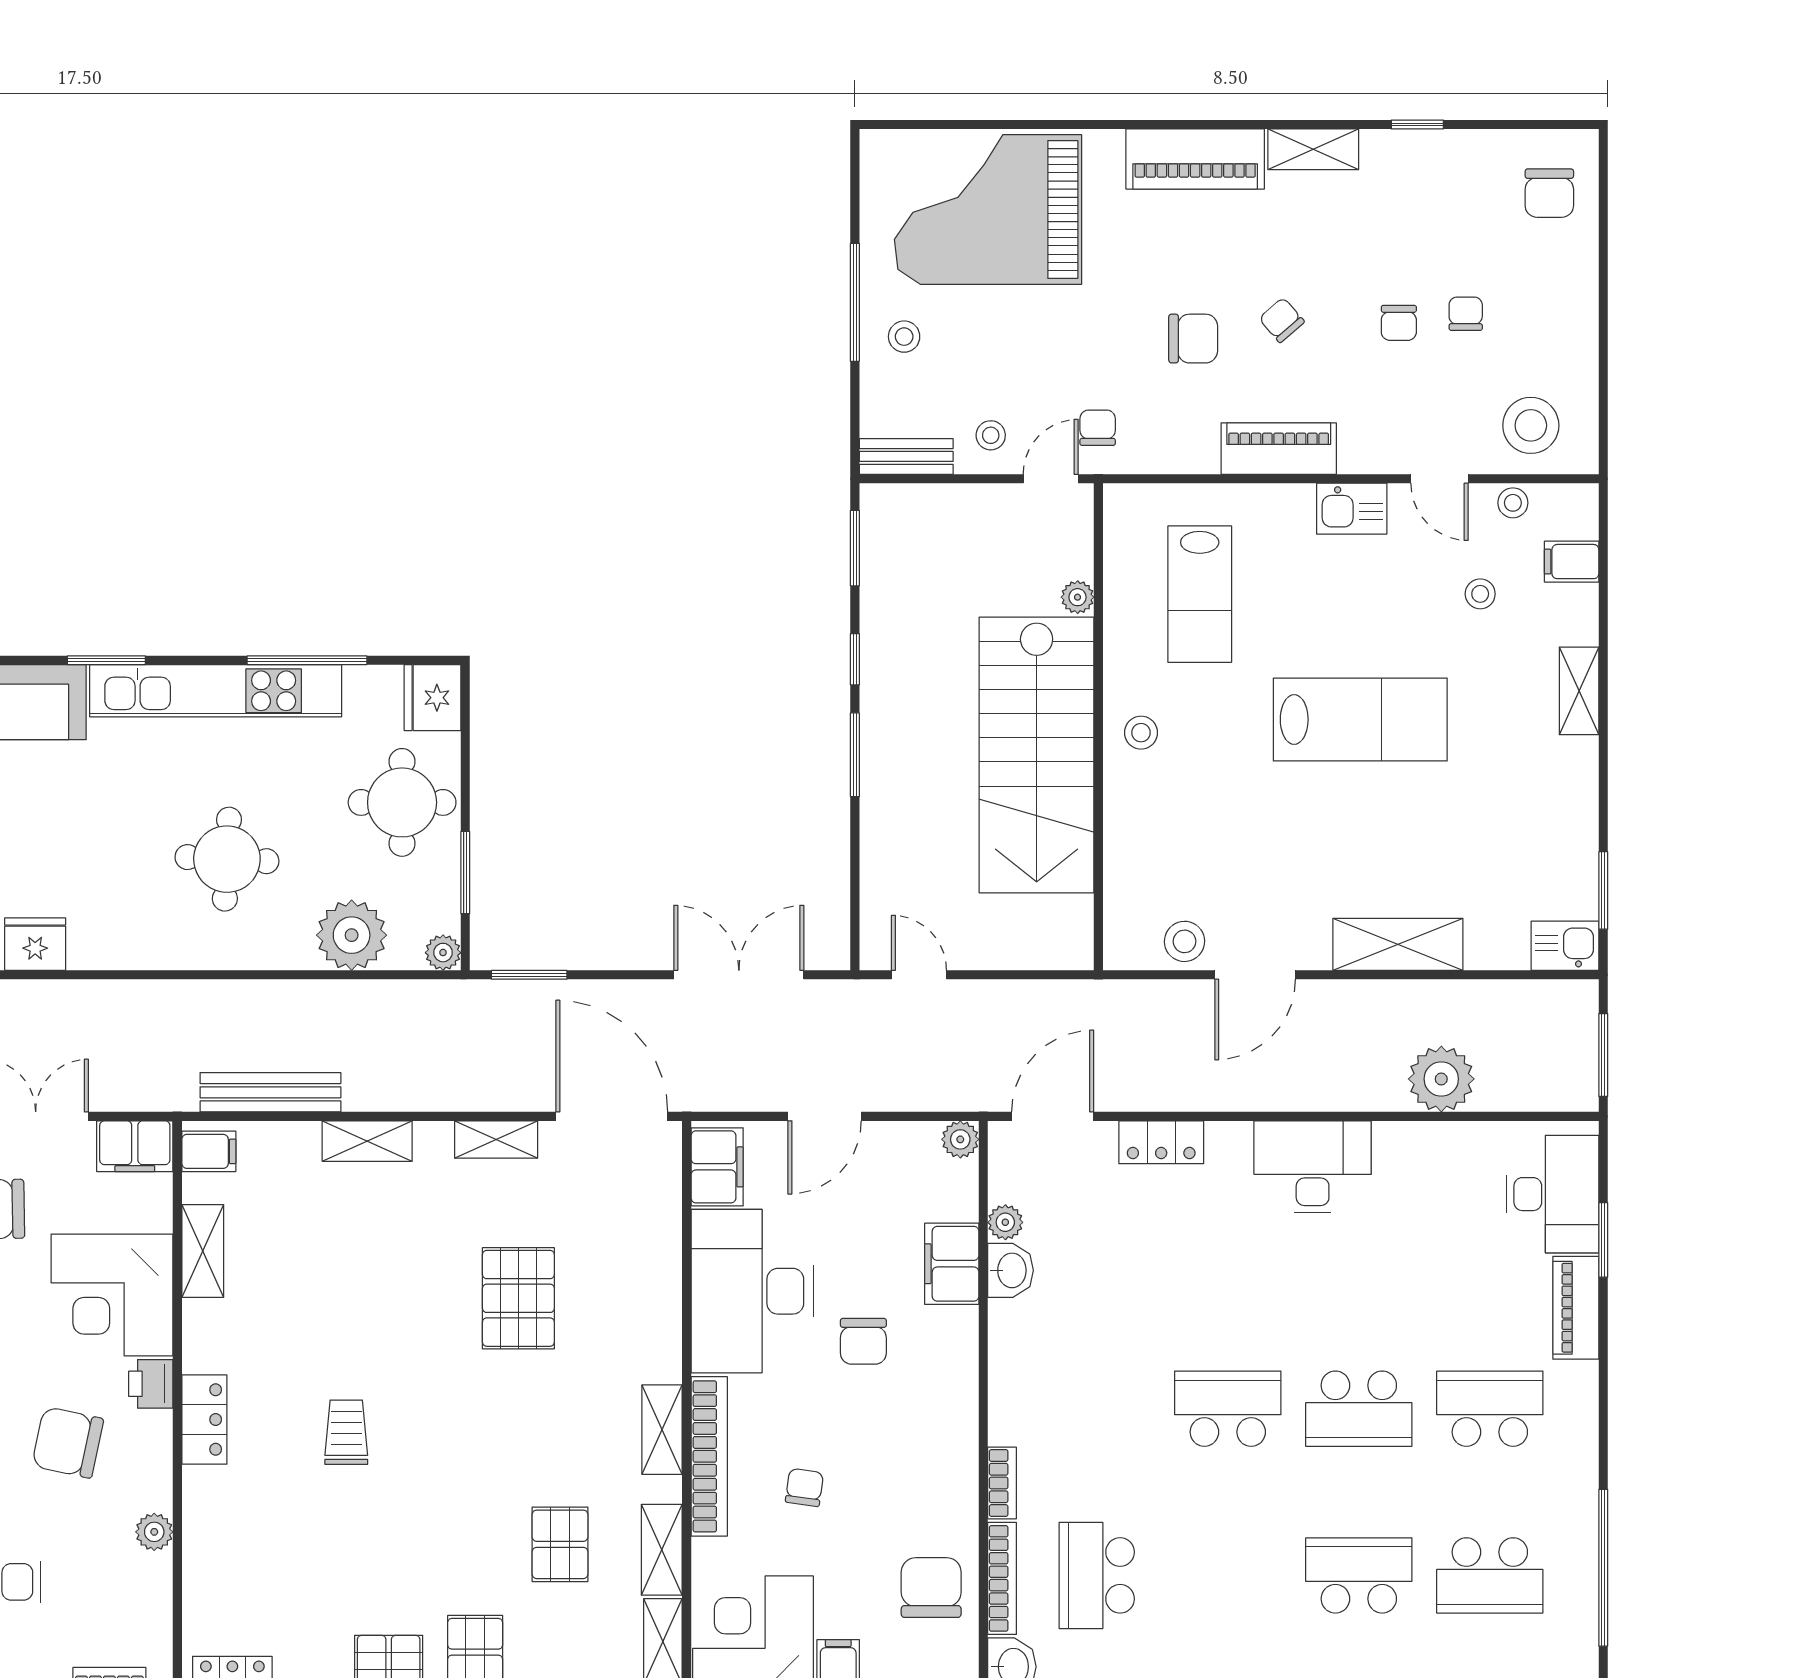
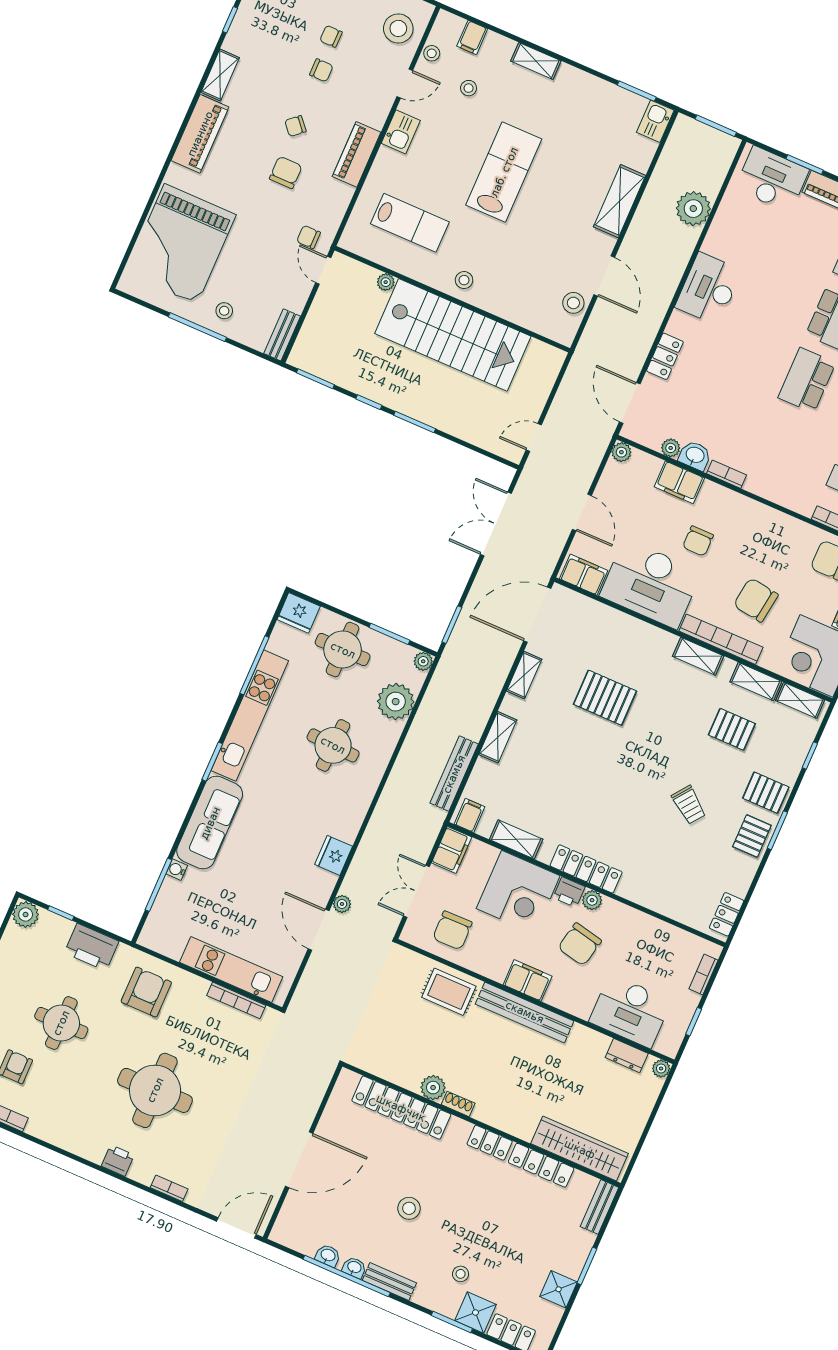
stool: (991, 435) -> (290, 290), removed
chair: (863, 1341) -> (698, 541), turned 90
locker: (204, 1420) -> (586, 869), width x1.53
trolley: (346, 1432) -> (689, 805), moved, turned -143
bookcase: (1002, 1483) -> (727, 474), moved
chair: (804, 1487) -> (756, 600), width x1.87, depth x1.87
plant: (154, 1532) -> (592, 900), moved

